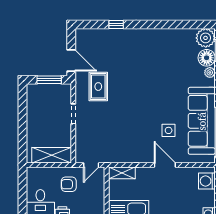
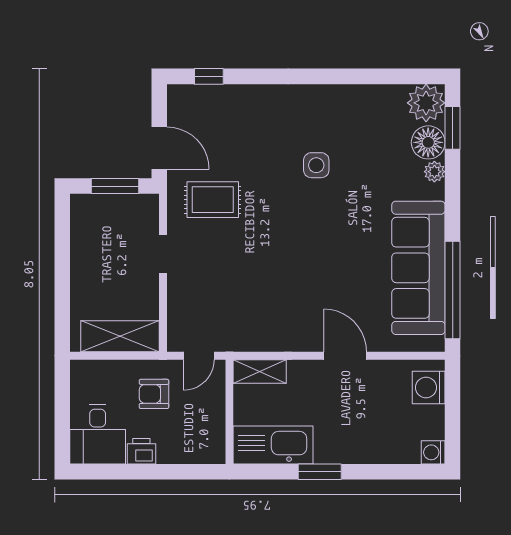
window: (116, 25) -> (209, 76), moved
rug: (98, 87) -> (213, 200), turned 90
side table: (169, 130) -> (316, 165), moved

